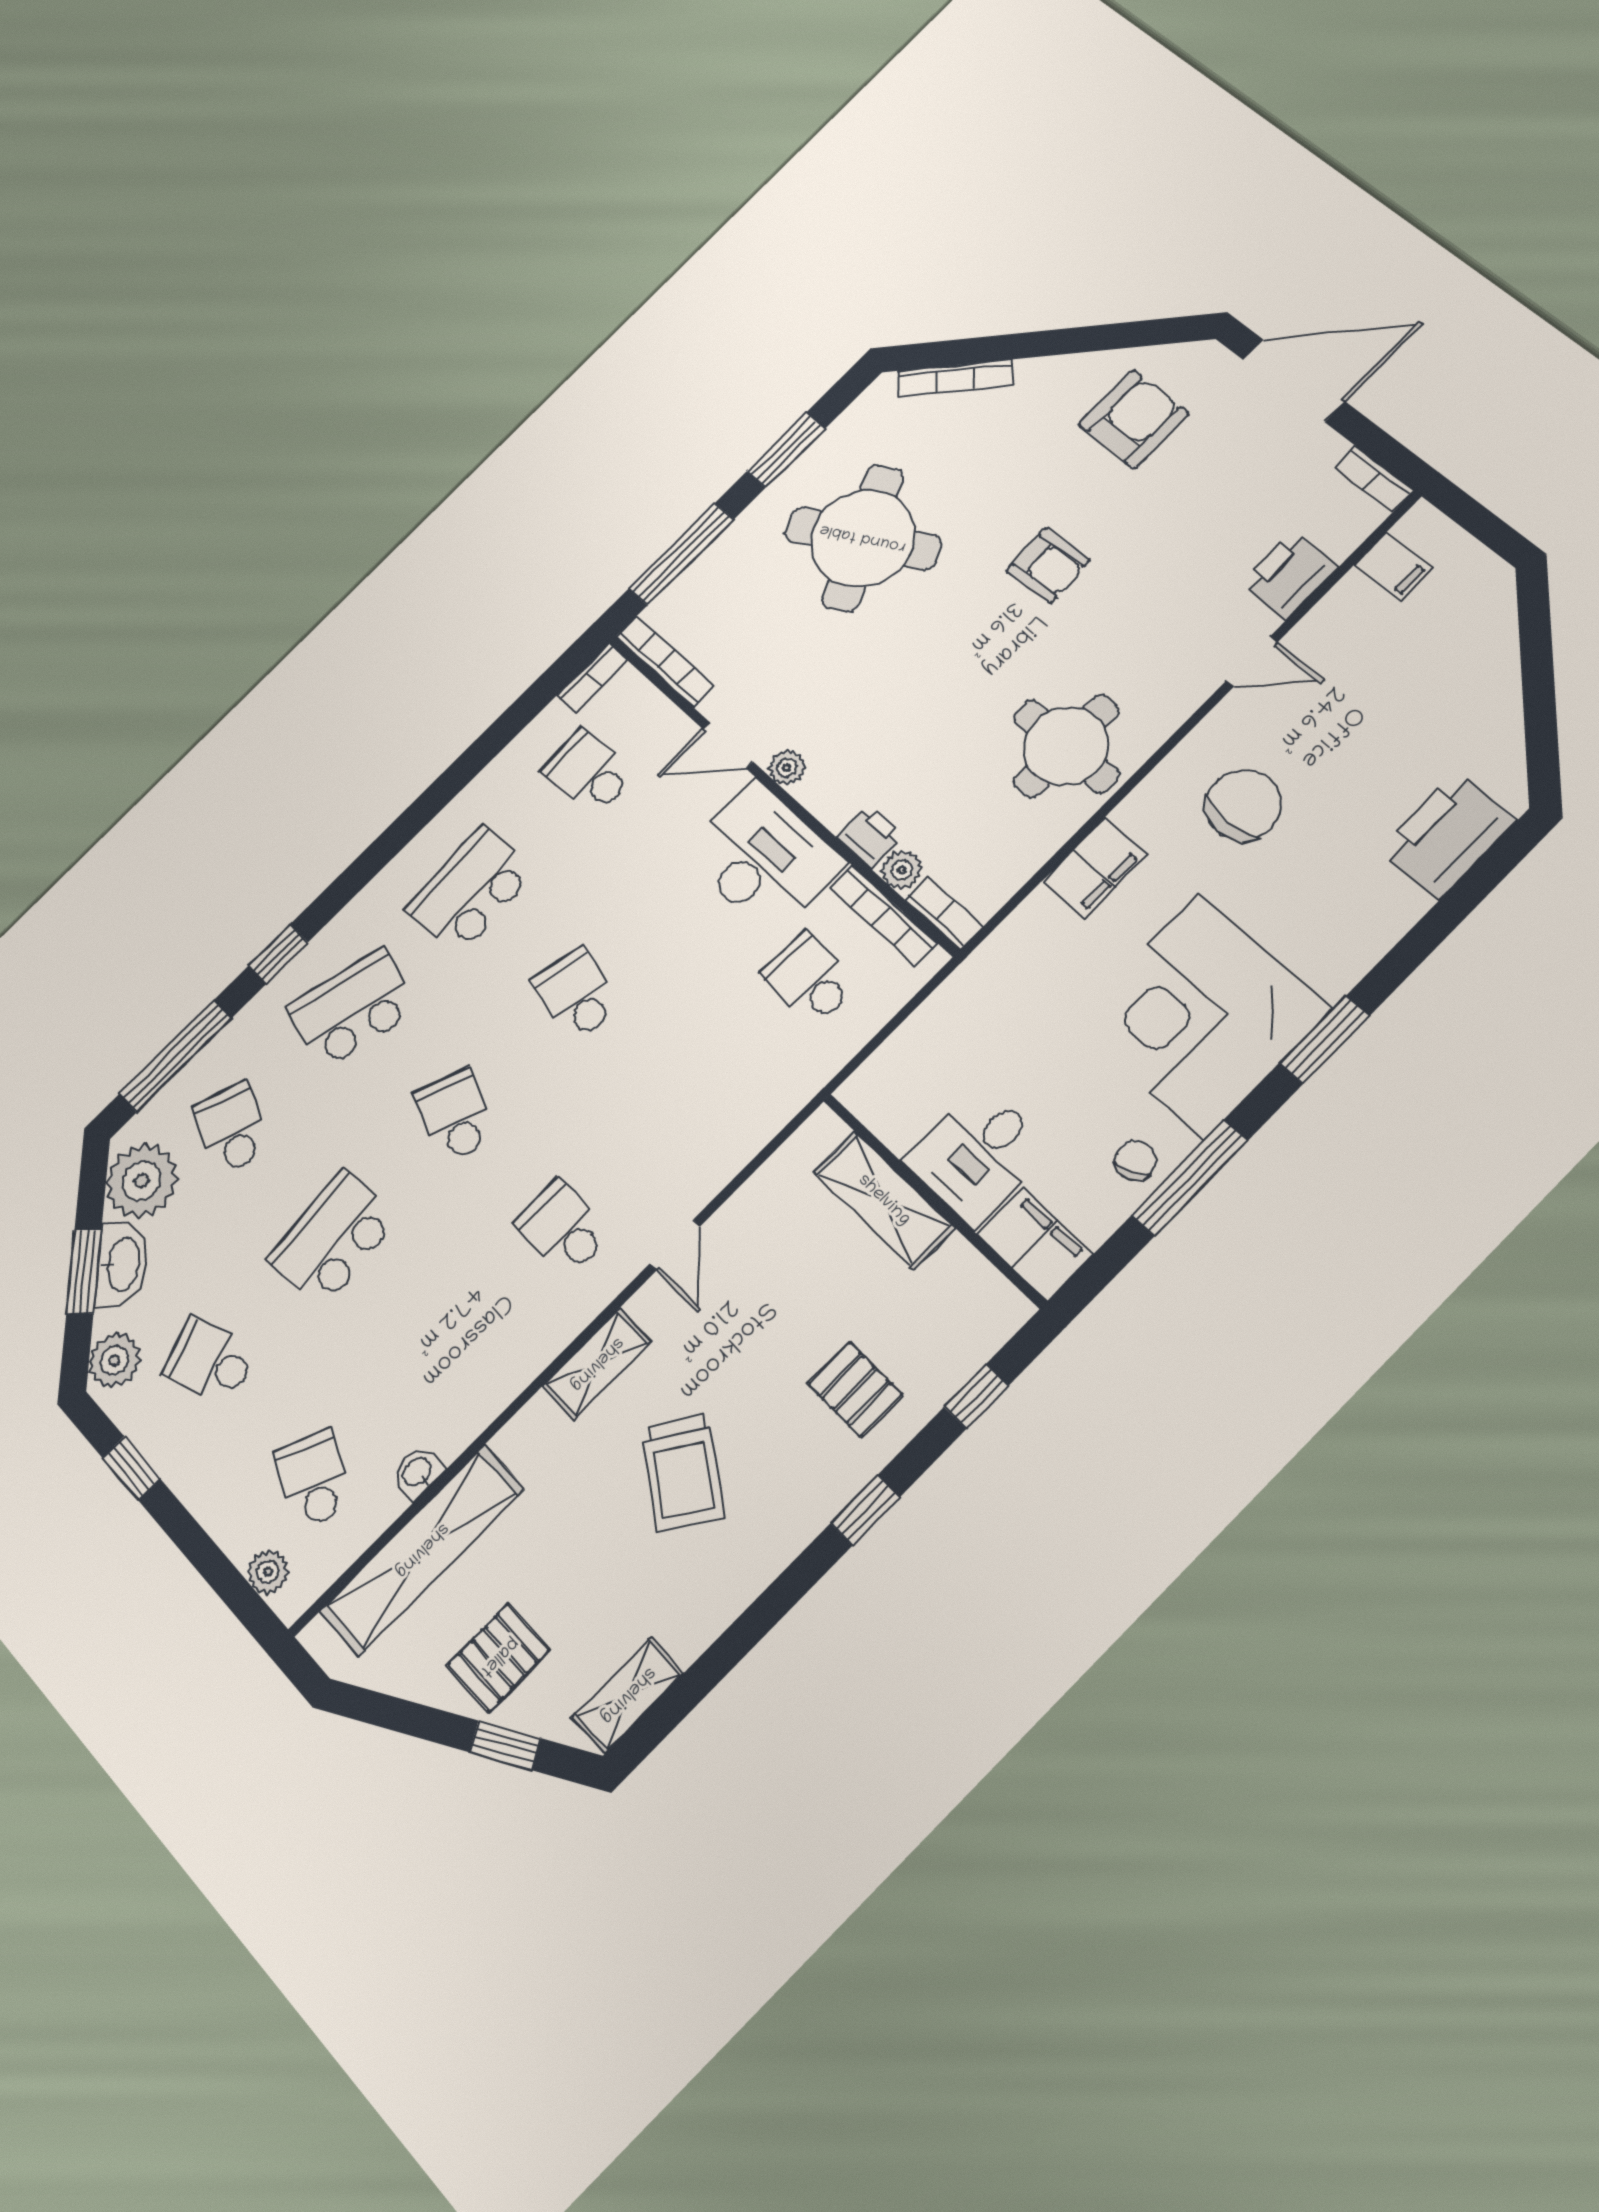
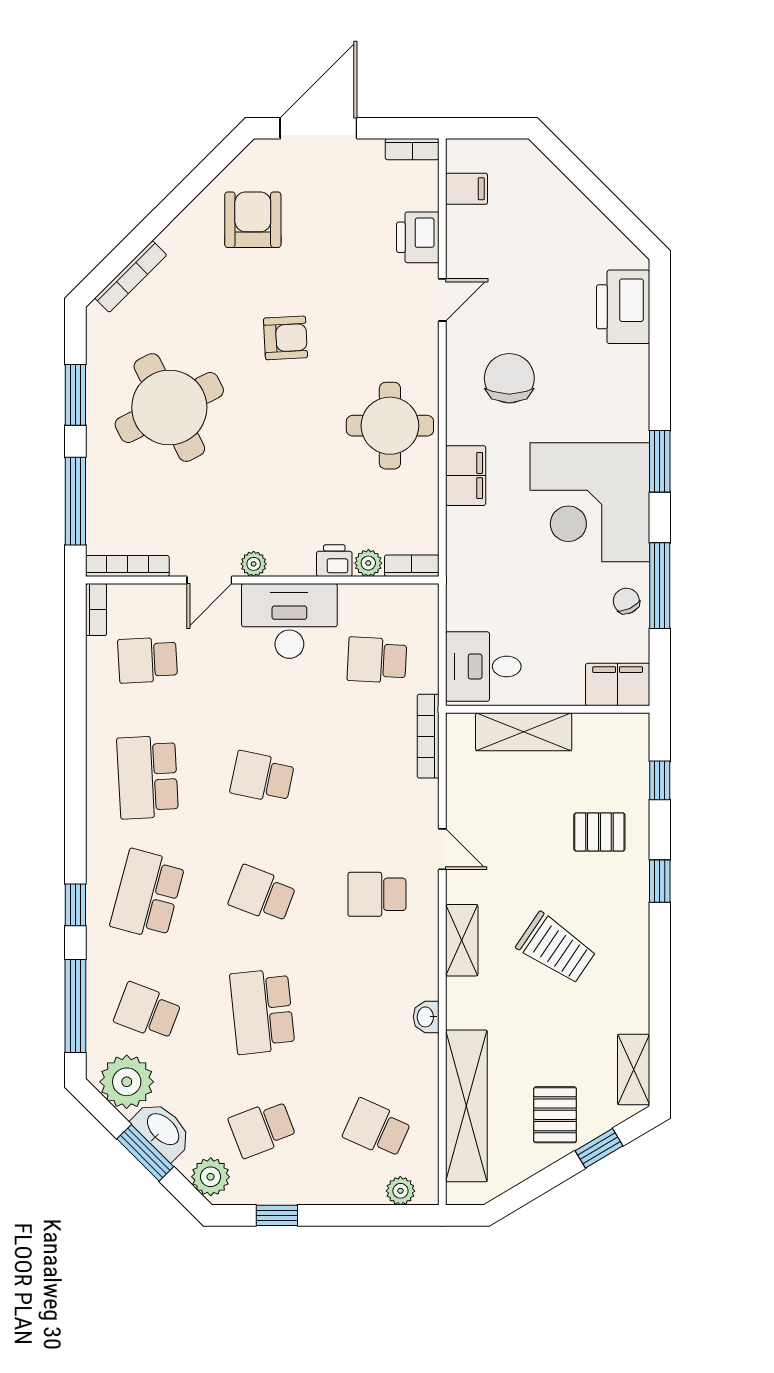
bookcase: (883, 915) -> (428, 736), moved, turned 90
desk: (978, 1155) -> (483, 666), moved, turned 90
washbasin: (418, 1472) -> (426, 1017), moved

